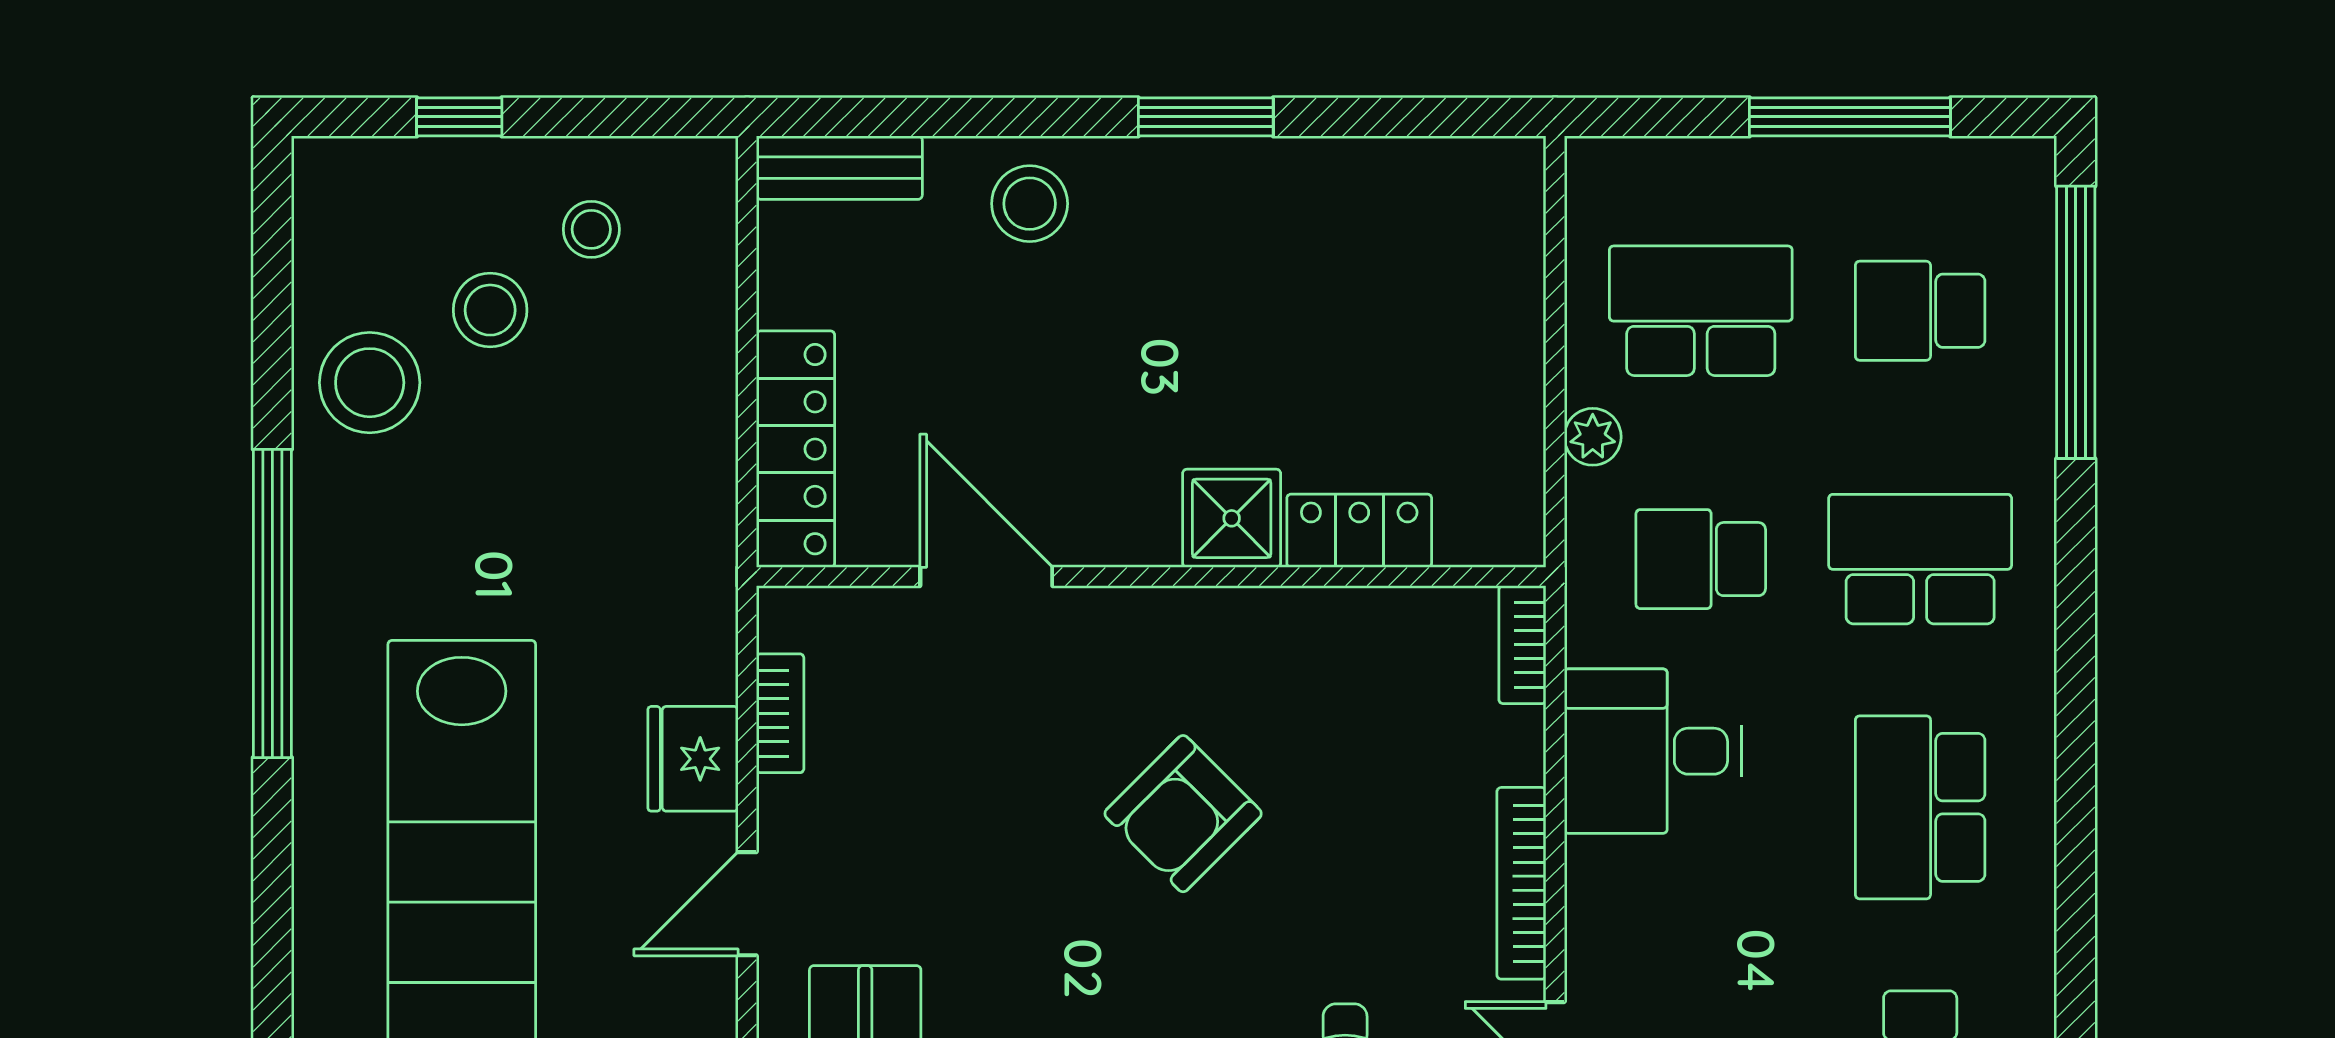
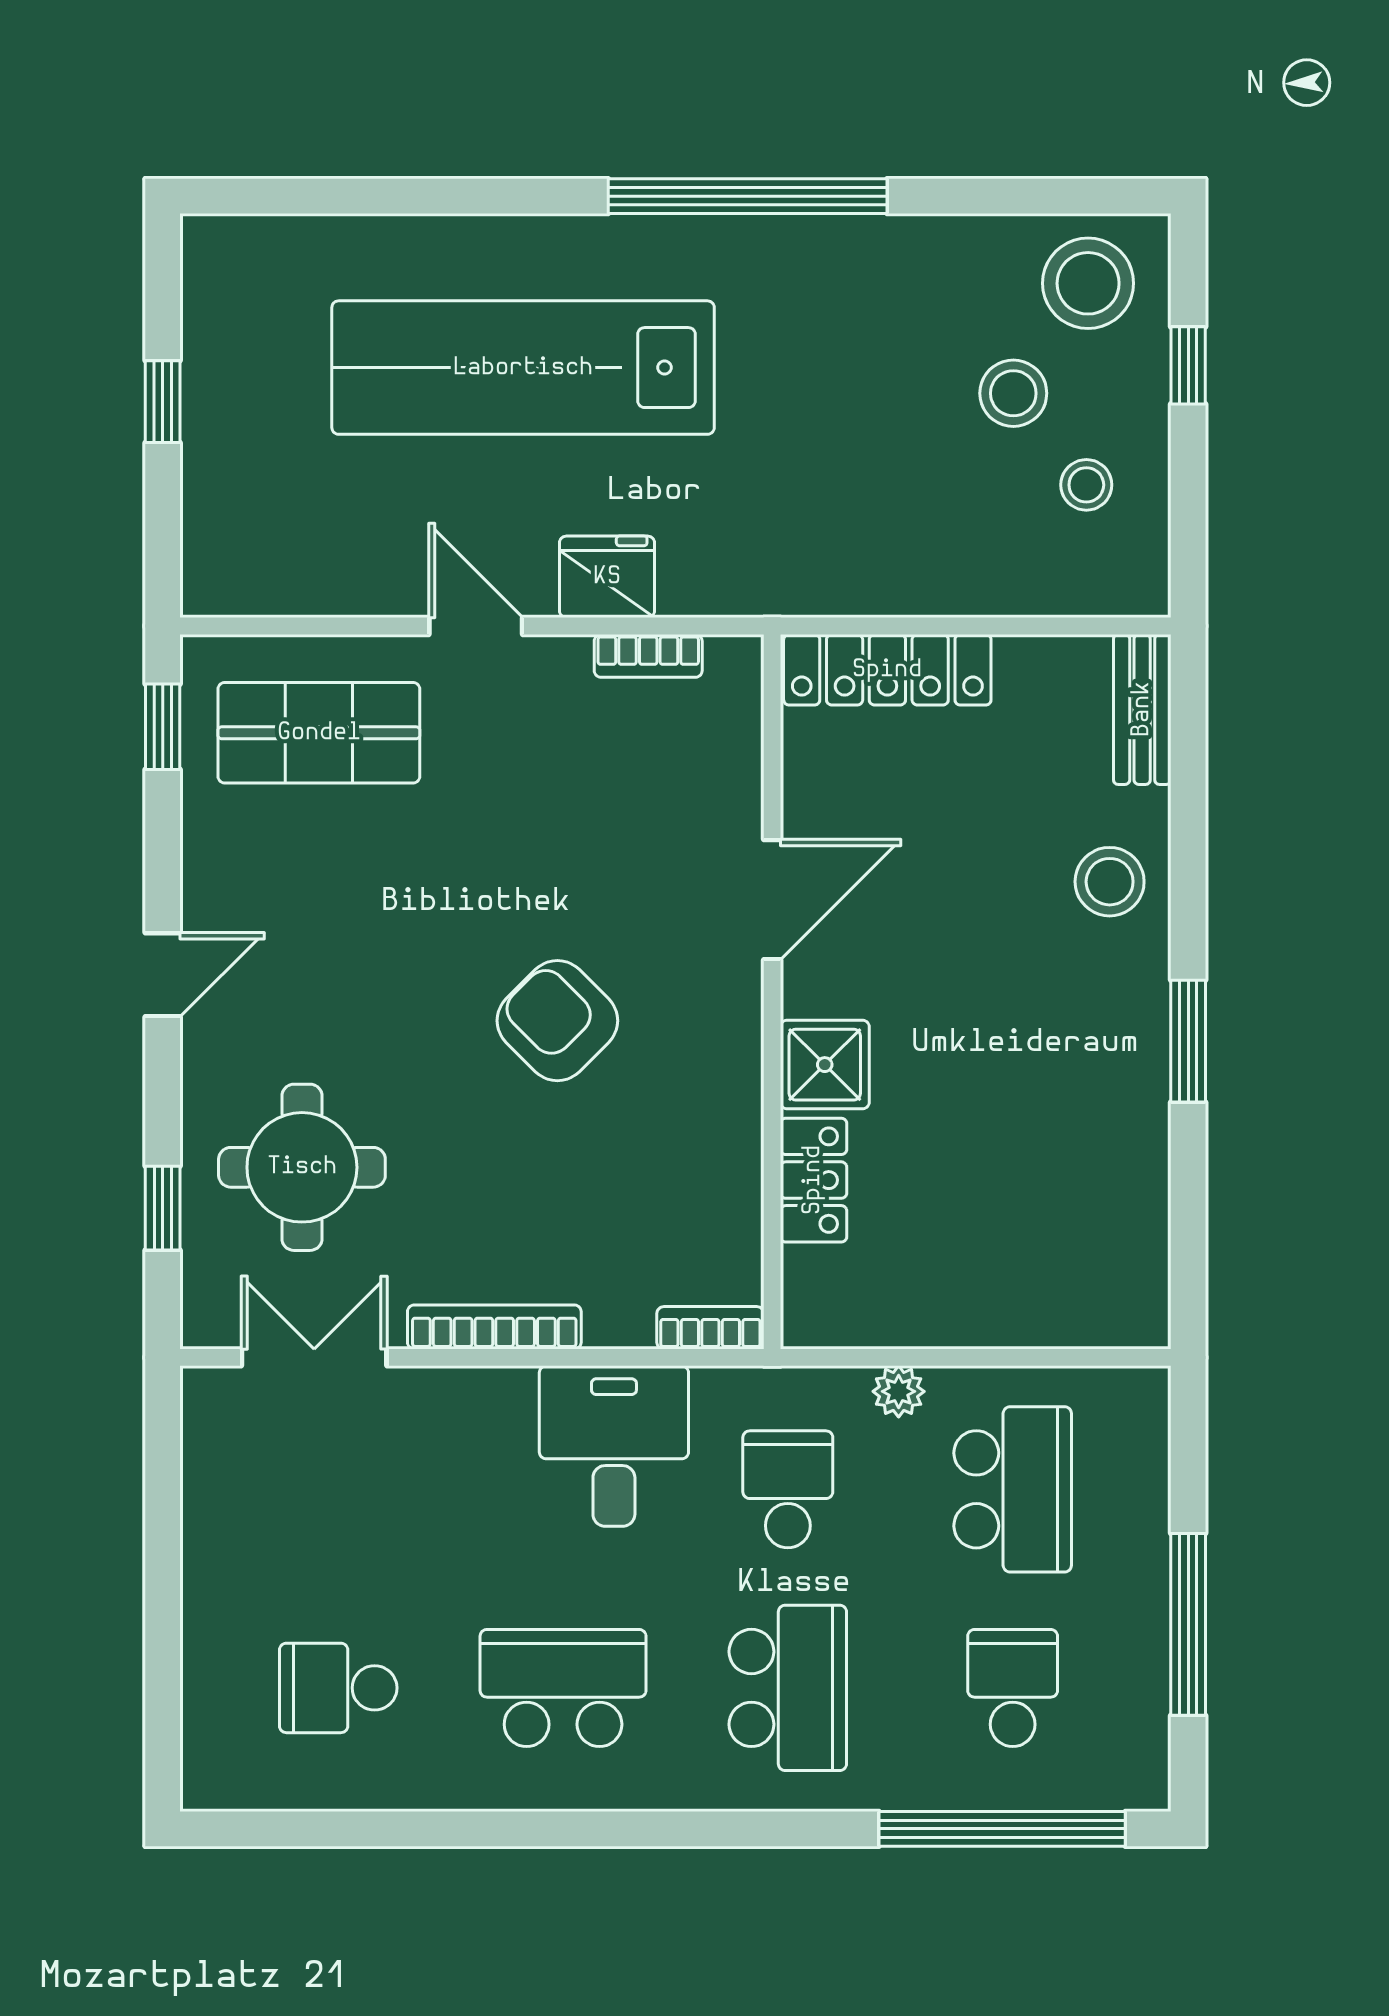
stool: (370, 383) -> (1088, 283), moved
door: (986, 577) -> (772, 900), moved

